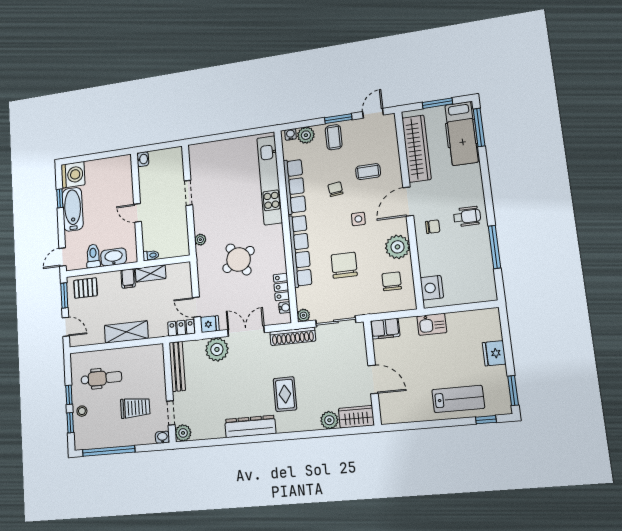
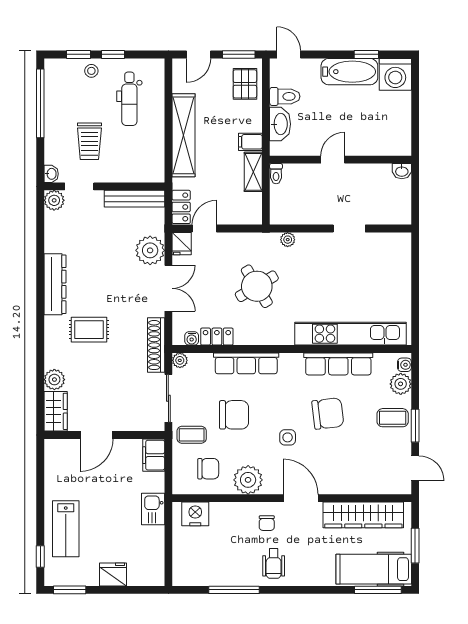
coffee table: (368, 172) -> (192, 435), moved, turned 90
chair: (335, 189) -> (328, 413), width x1.87, depth x1.87
row of seats: (300, 251) -> (246, 363), width x0.73
shelving: (126, 332) -> (184, 135), width x1.47

